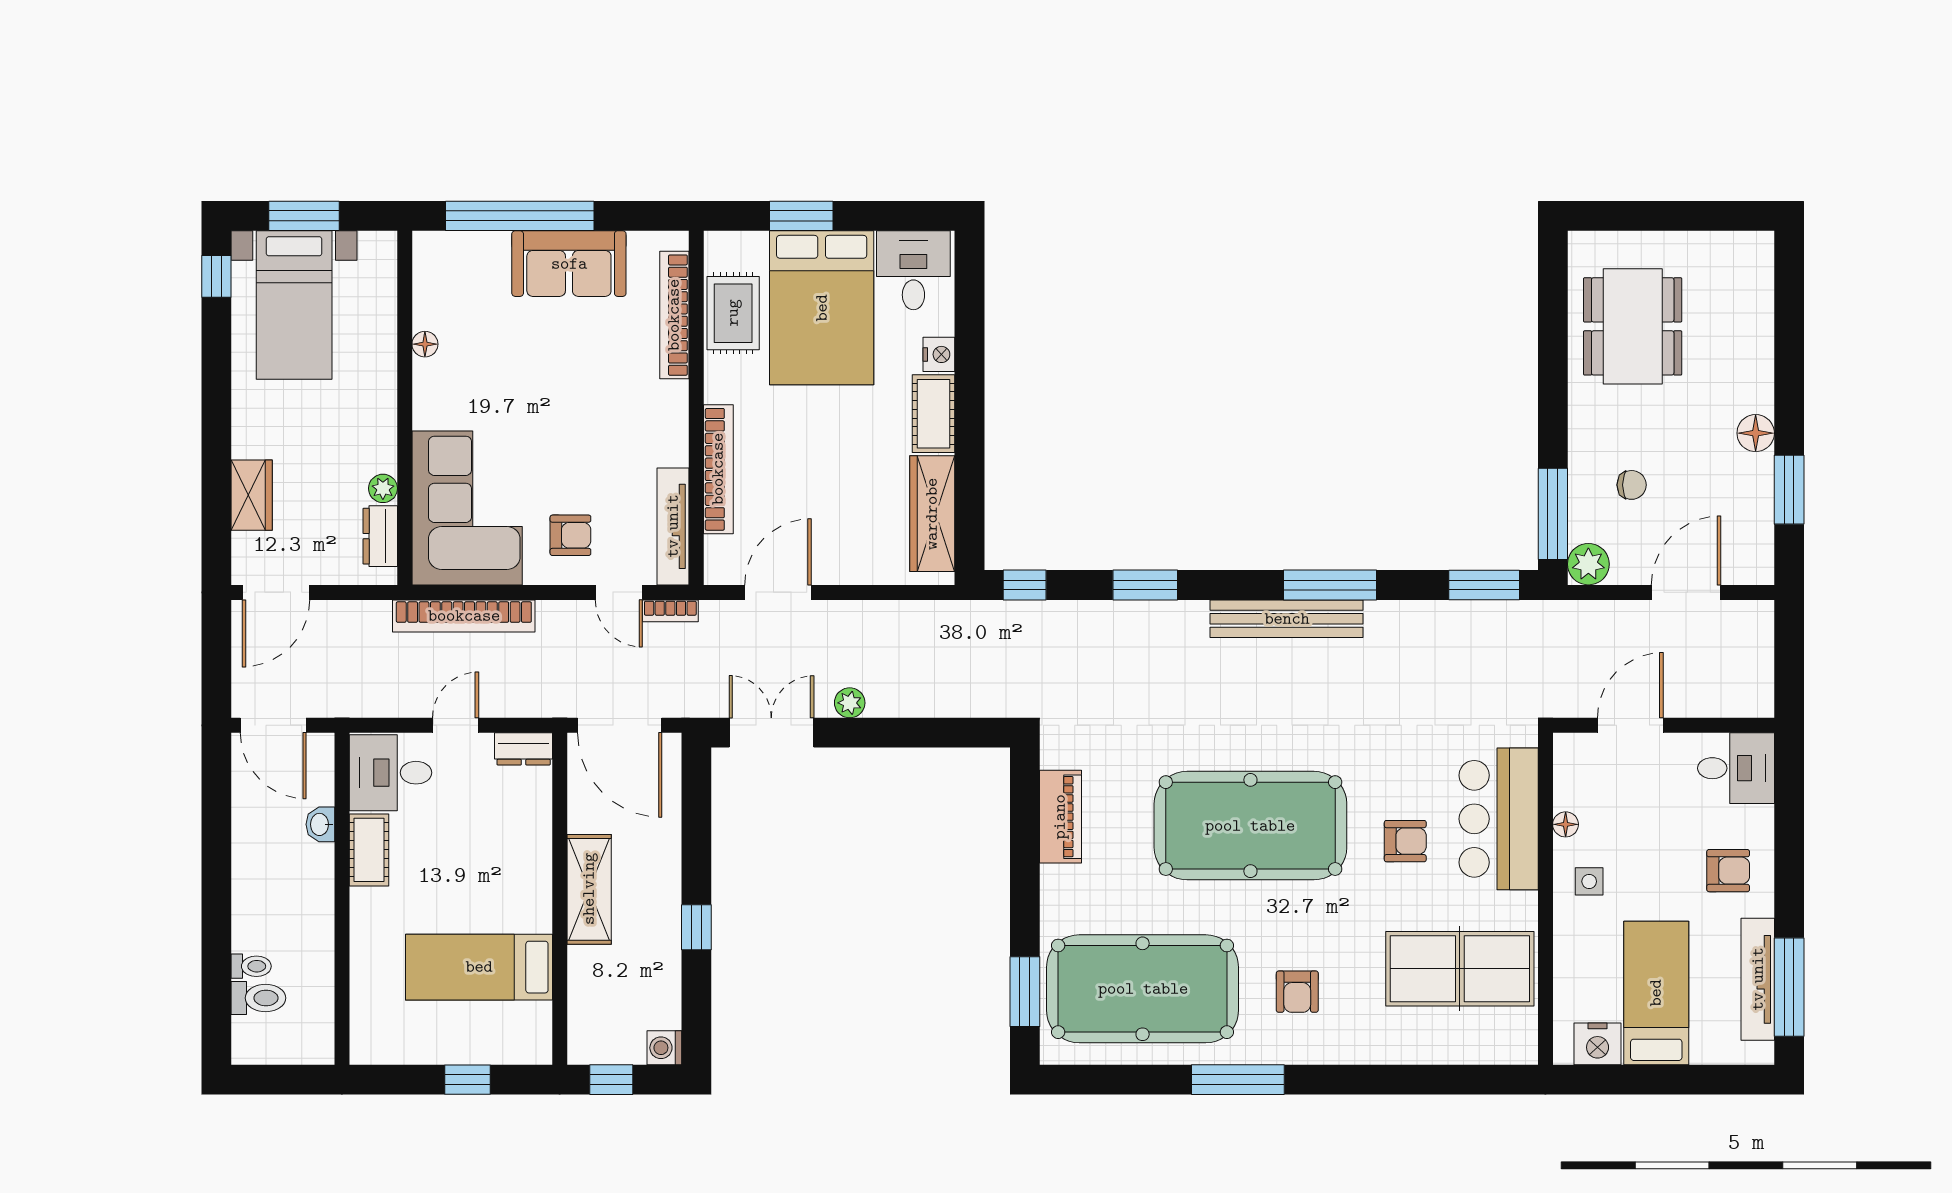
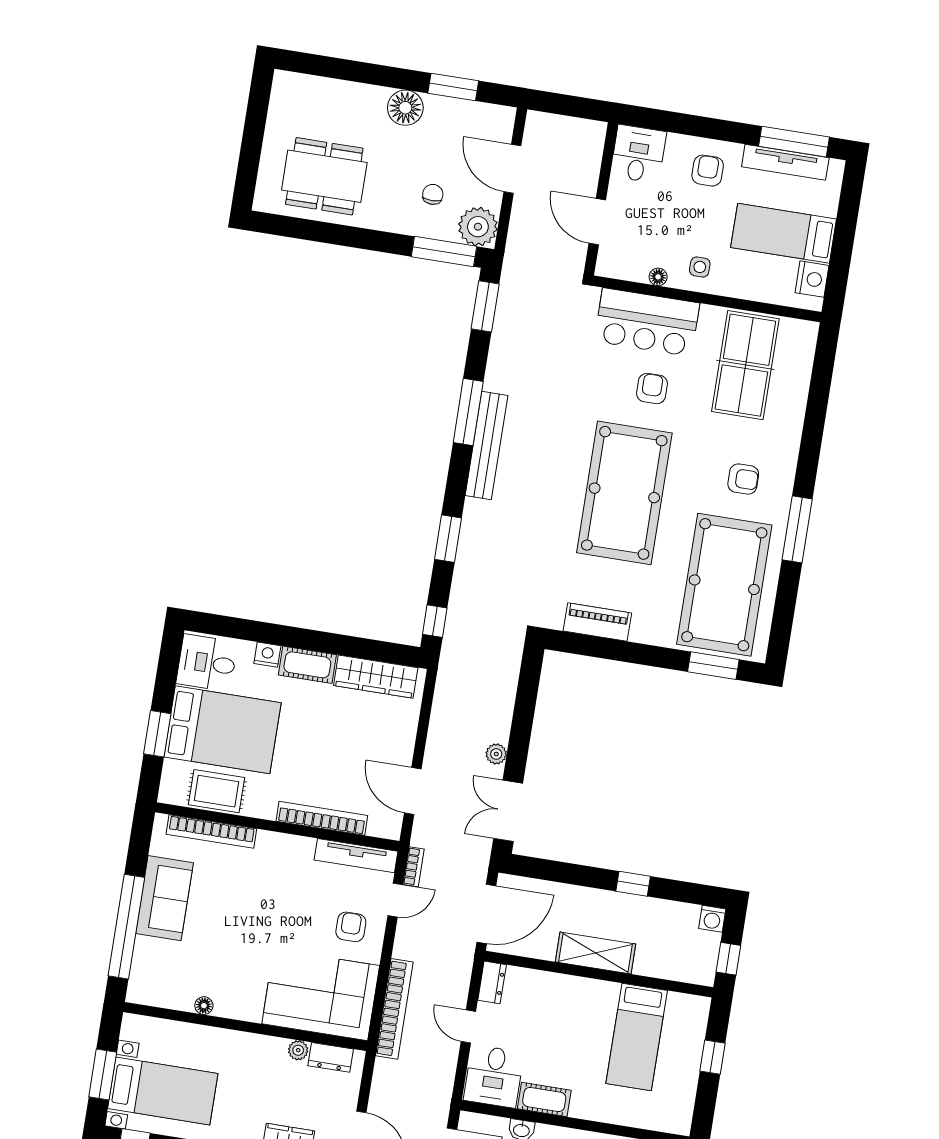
floor lamp: (1756, 433) -> (405, 108), width x1.38, depth x1.38
plant: (1588, 564) -> (478, 227), width x1.36, depth x1.36

